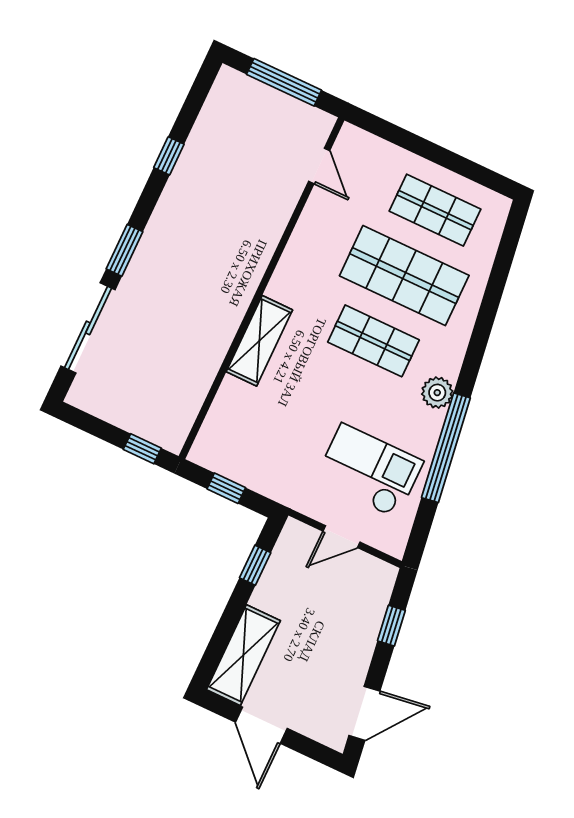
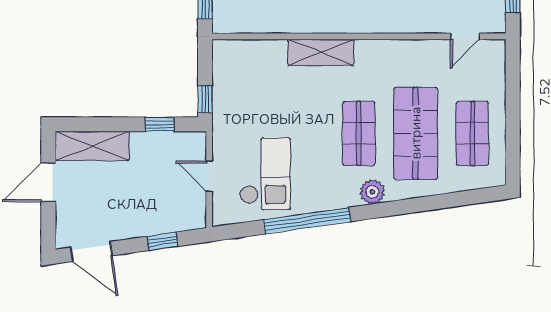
plant: (437, 393) -> (372, 192), moved
window: (226, 488) -> (205, 99), moved

